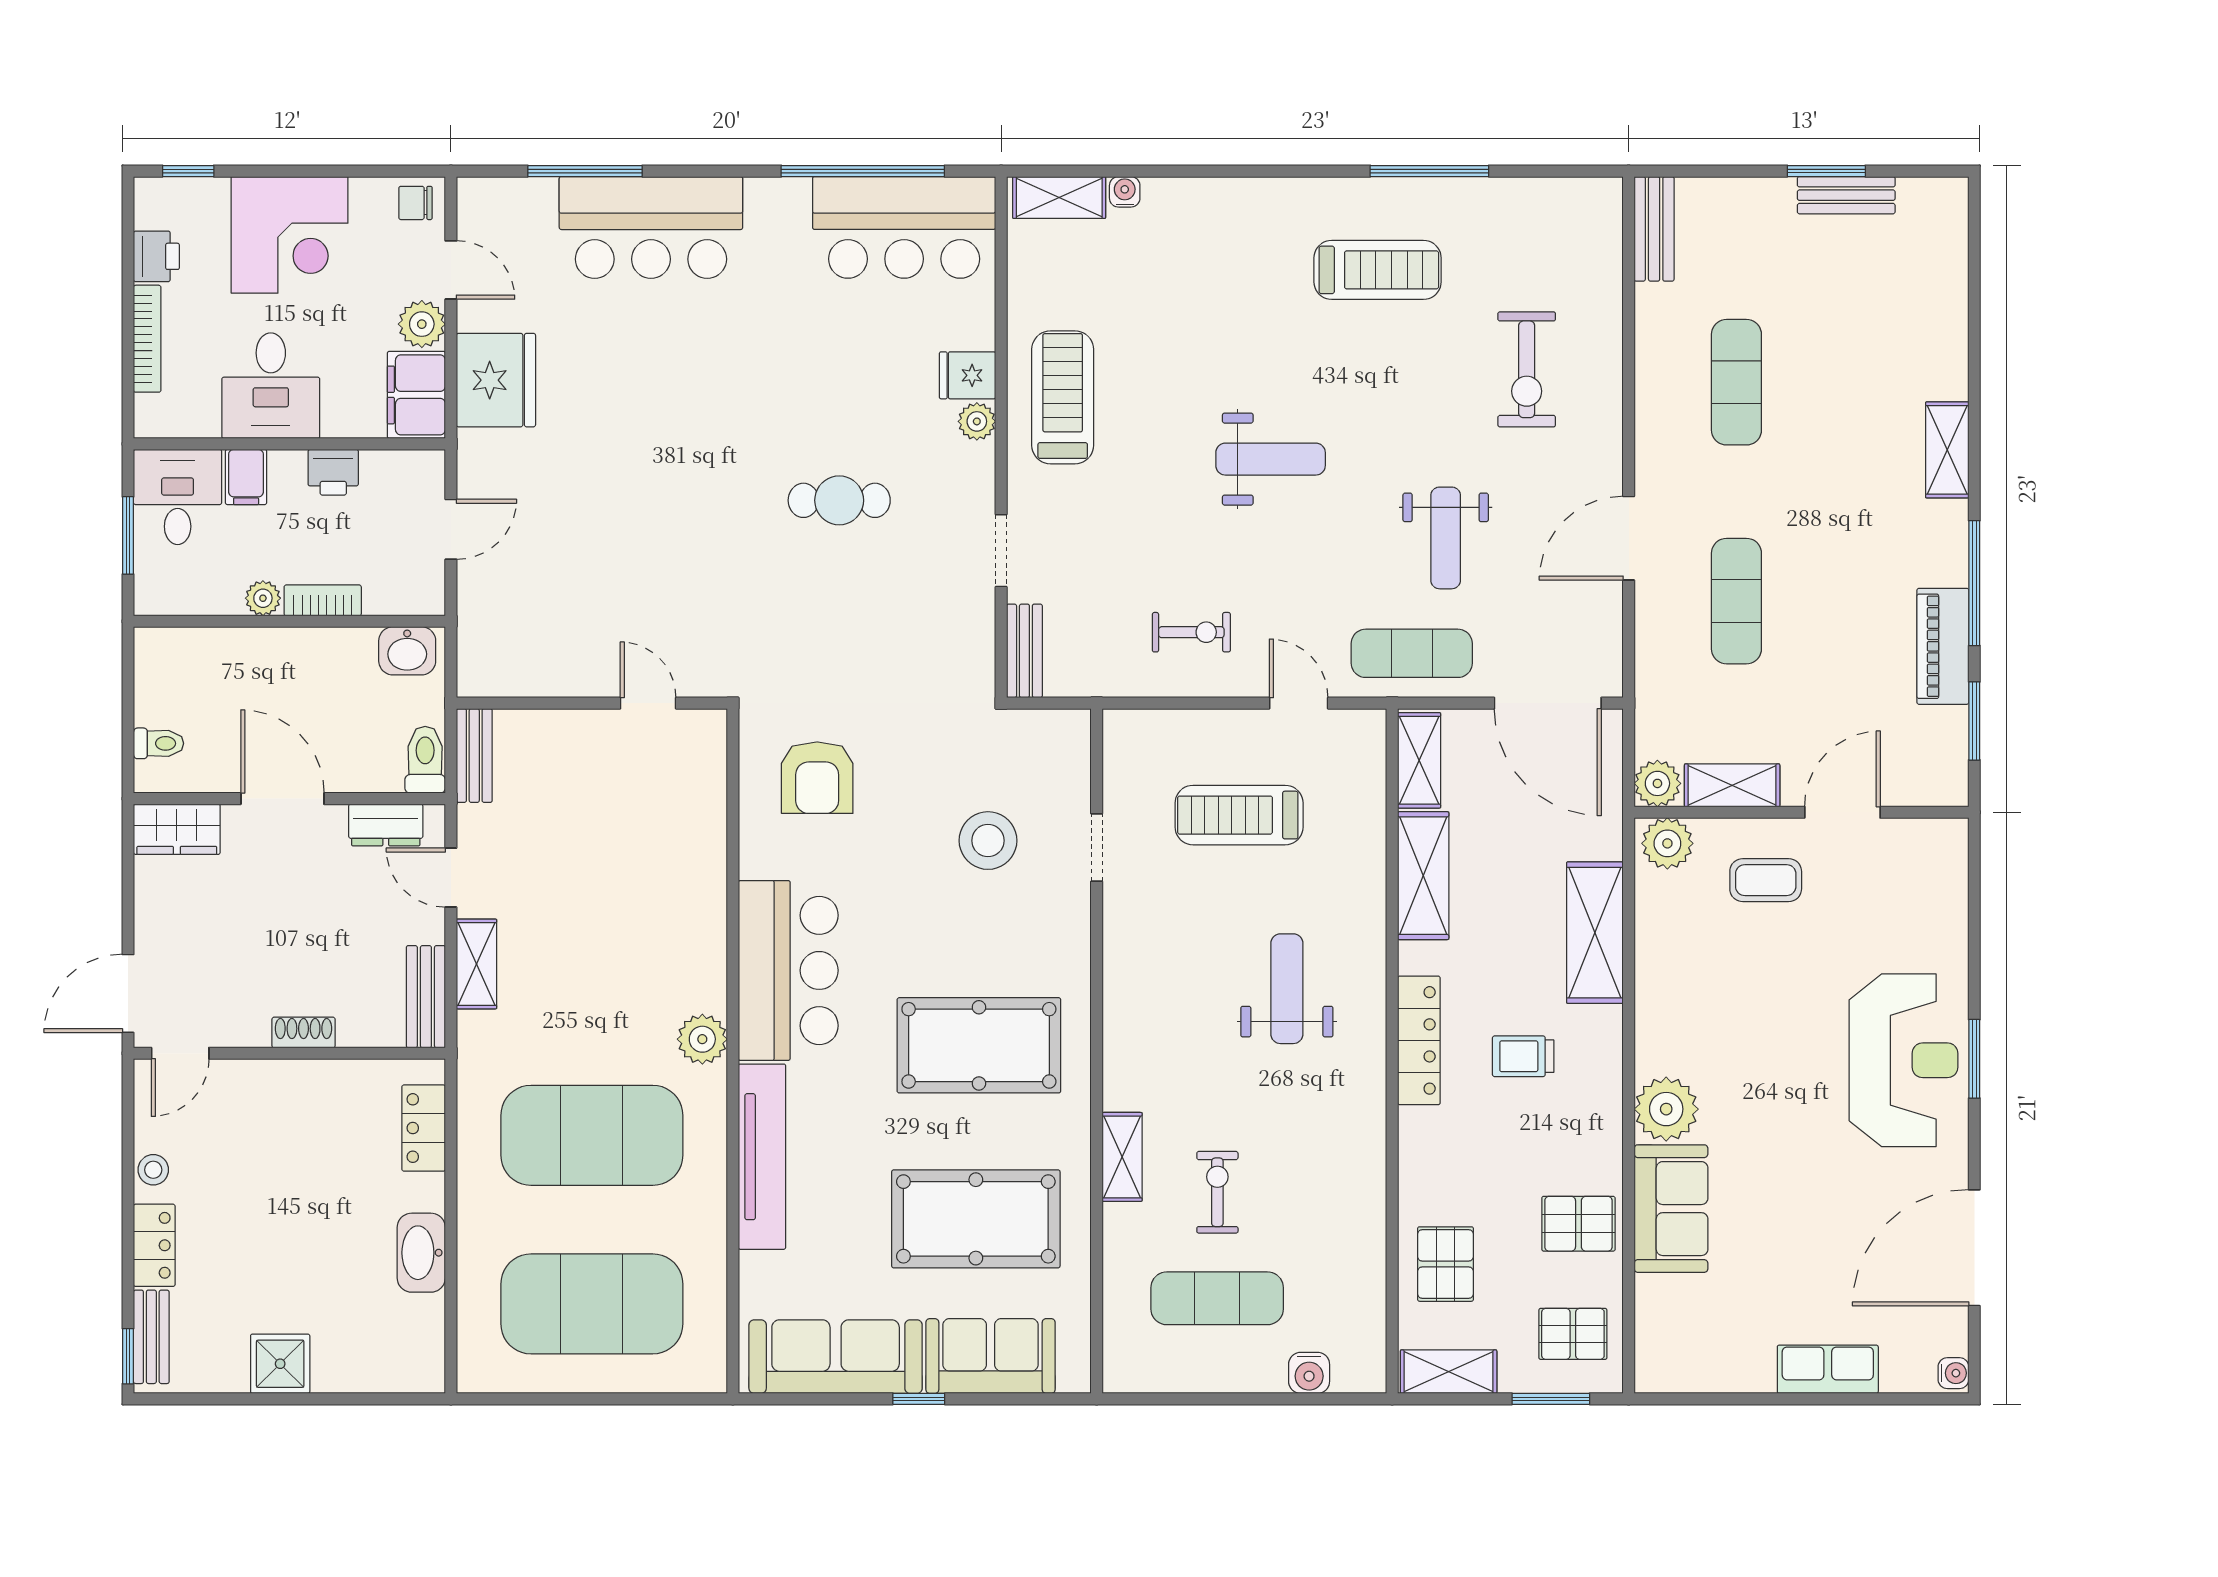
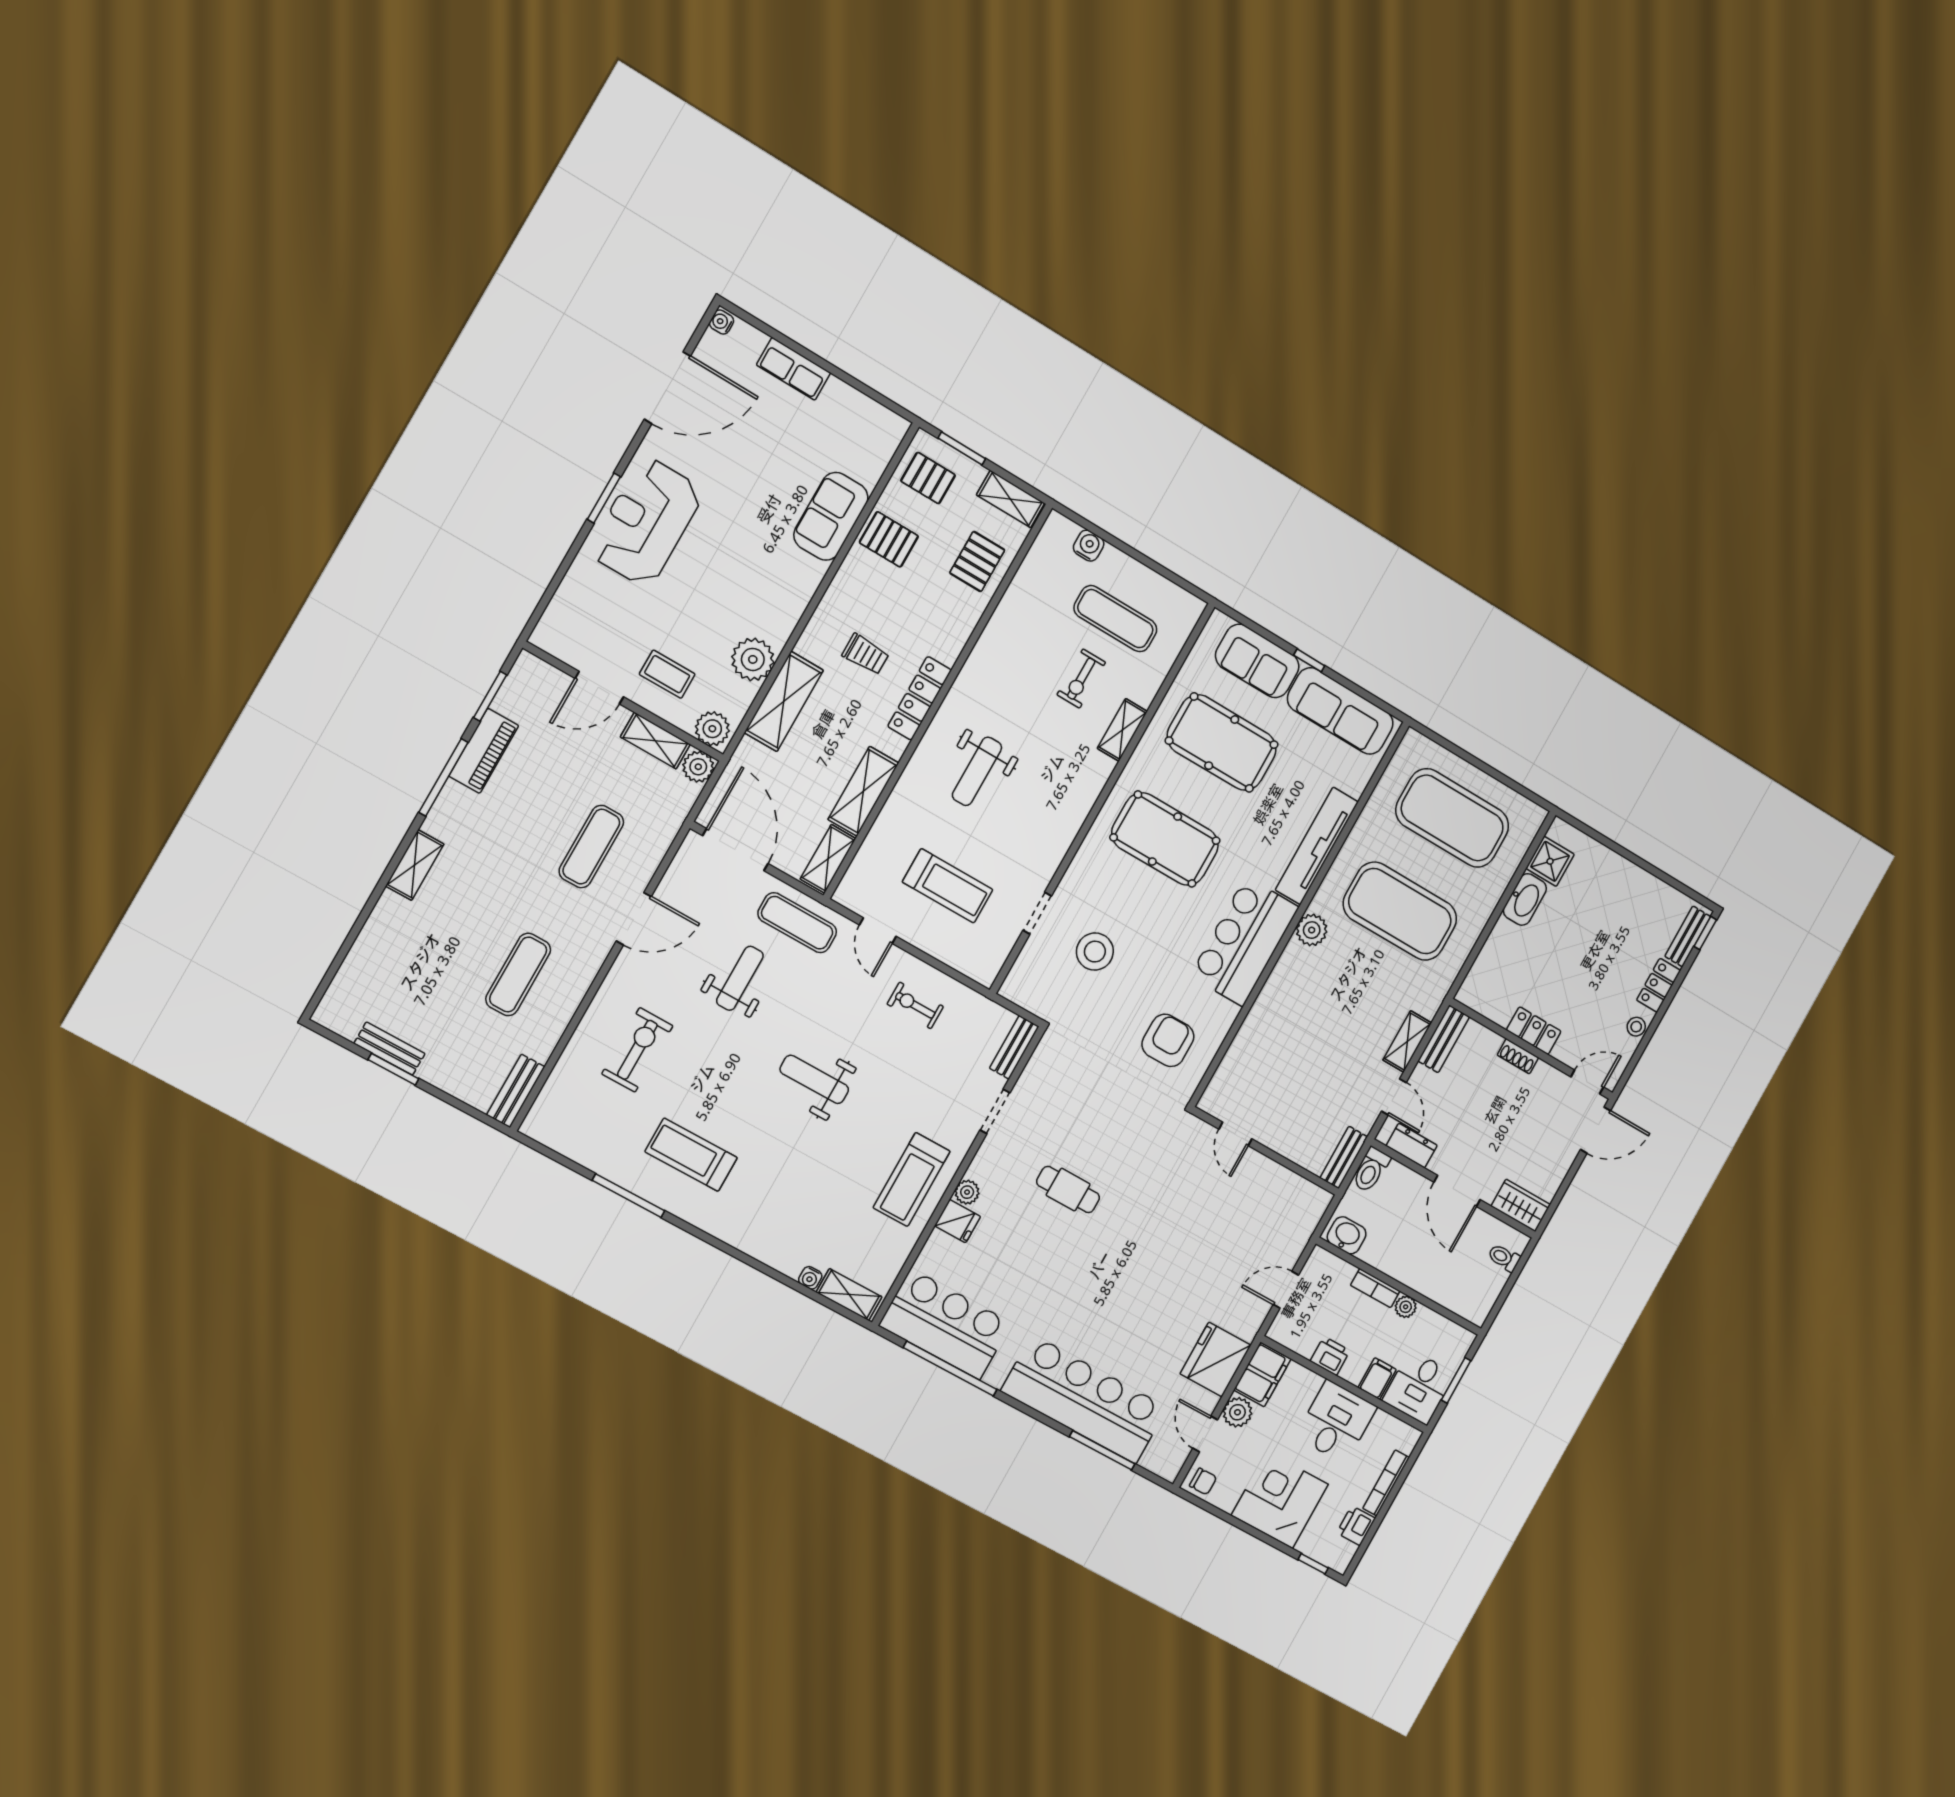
bar counter: (651, 227) -> (1084, 1399), width x1.36
plant: (1666, 1109) -> (753, 659), moved
locker: (424, 1128) -> (1534, 1031), moved, turned -90
shower: (280, 1364) -> (1550, 861), moved

